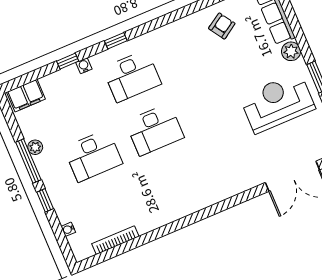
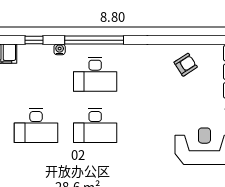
window: (116, 41) -> (94, 40), width x3.17
window: (68, 61) -> (34, 40), moved

